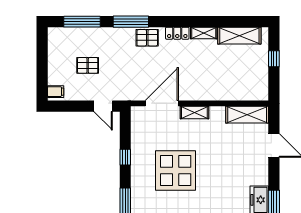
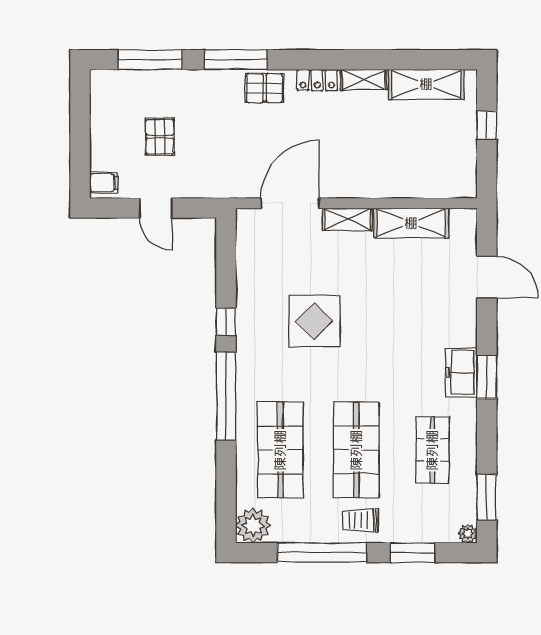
pallet: (88, 65) -> (160, 137), turned 90
door: (103, 106) -> (156, 208), moved
shelving: (247, 115) -> (411, 223), moved
window: (125, 157) -> (226, 321), moved
display table: (176, 170) -> (314, 321), width x0.73, depth x0.73

